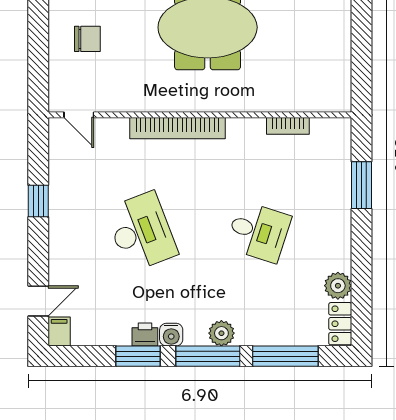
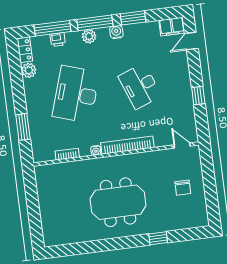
chair: (87, 39) -> (183, 188), turned -90
water cooler: (236, 126) -> (96, 150), added
desk: (258, 232) -> (76, 94), width x1.87, depth x1.30
filing cabinet: (59, 332) -> (172, 27), width x2.00
printer: (145, 335) -> (58, 40), moved

